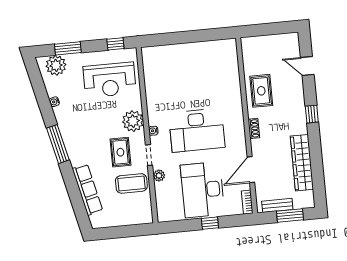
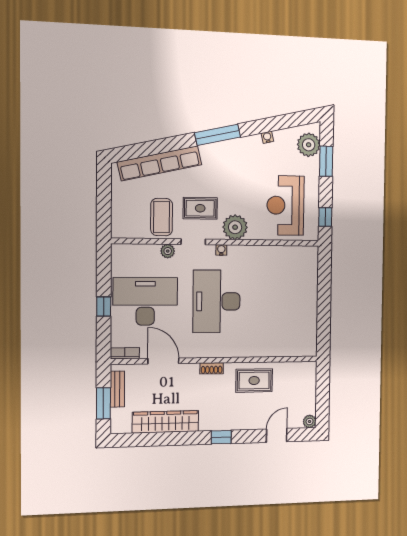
plant: (293, 38) -> (310, 421), added
row of seats: (87, 190) -> (160, 163), width x1.36

